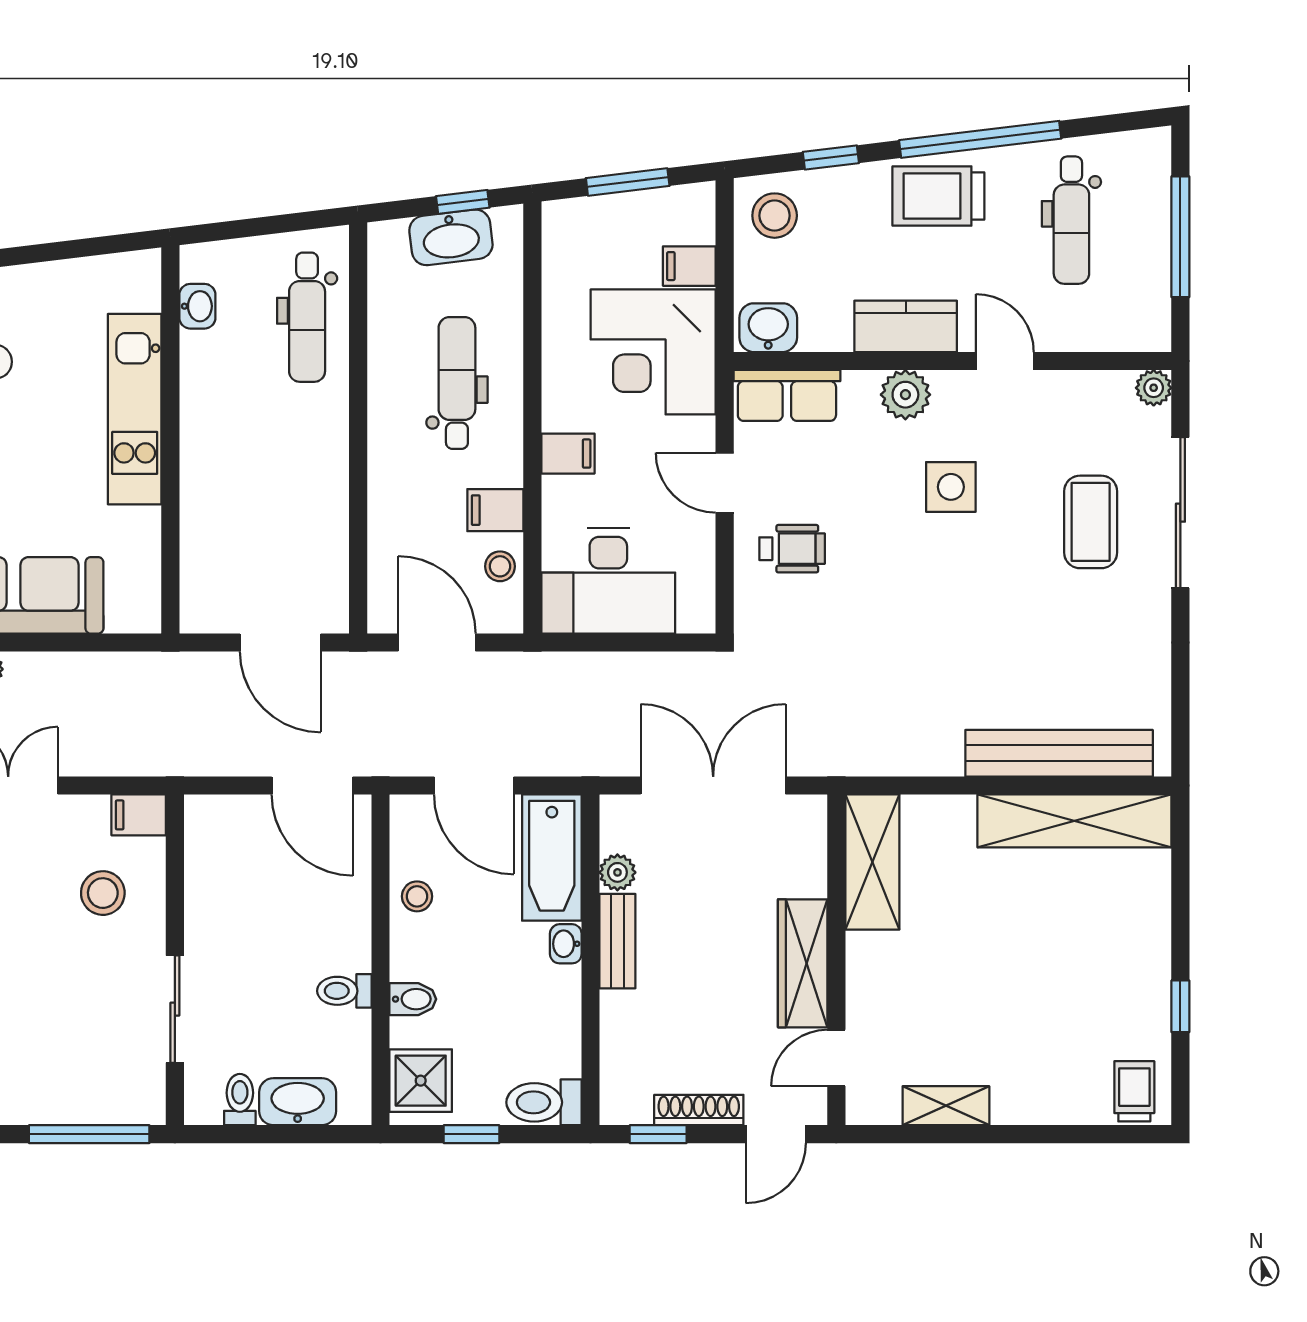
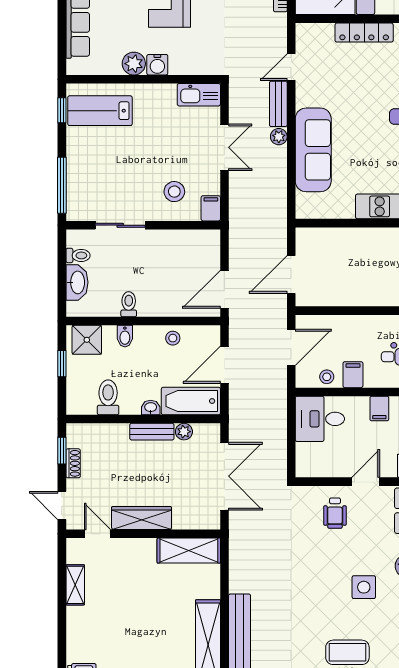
desk: (608, 581) -> (320, 419), width x0.73
toilet: (544, 1102) -> (108, 397), moved
shoe rack: (699, 1110) -> (73, 463), width x0.70

